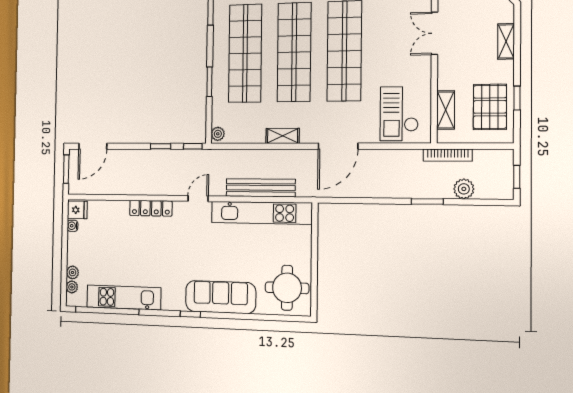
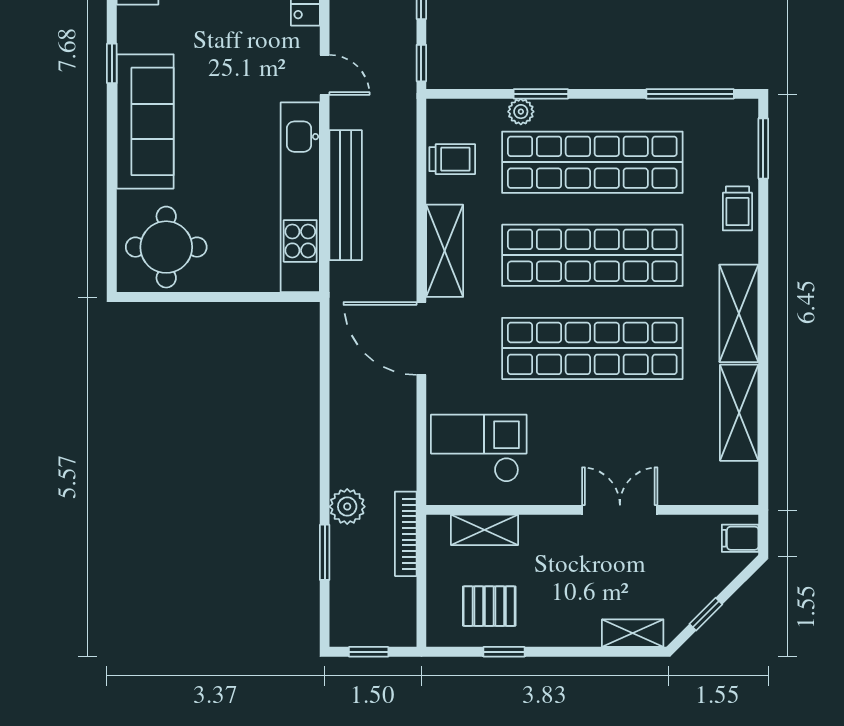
shelving: (506, 41) -> (633, 633), moved
pallet: (490, 107) -> (489, 606), width x0.67, depth x0.71
trolley: (242, 129) -> (452, 159), added
plant: (218, 134) -> (521, 112), moved
shelving: (283, 136) -> (445, 251), width x1.50, depth x1.33
plant: (464, 189) -> (347, 507), moved
window: (427, 201) -> (325, 552), moved

